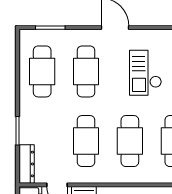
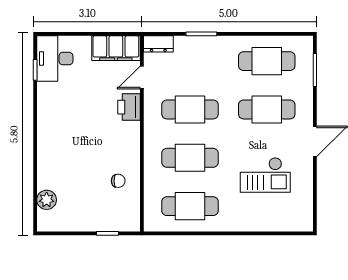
checkout: (145, 73) -> (265, 175), turned 180
dresser: (27, 164) -> (158, 44), width x0.70

